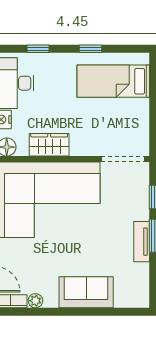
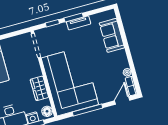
sofa: (86, 292) -> (112, 35), moved

